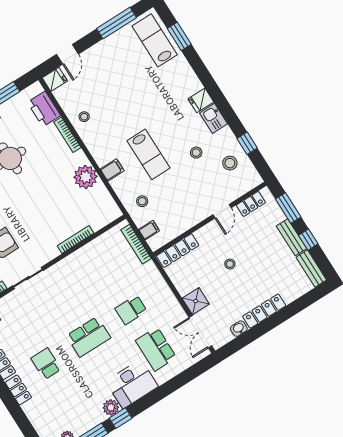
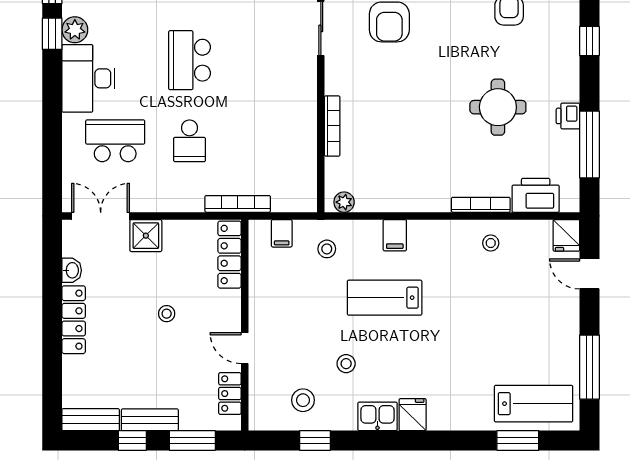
plant: (86, 177) -> (344, 202), moved, width x0.53, depth x0.53
bookcase: (136, 244) -> (238, 204), moved
school desk: (131, 310) -> (190, 141), turned 180

